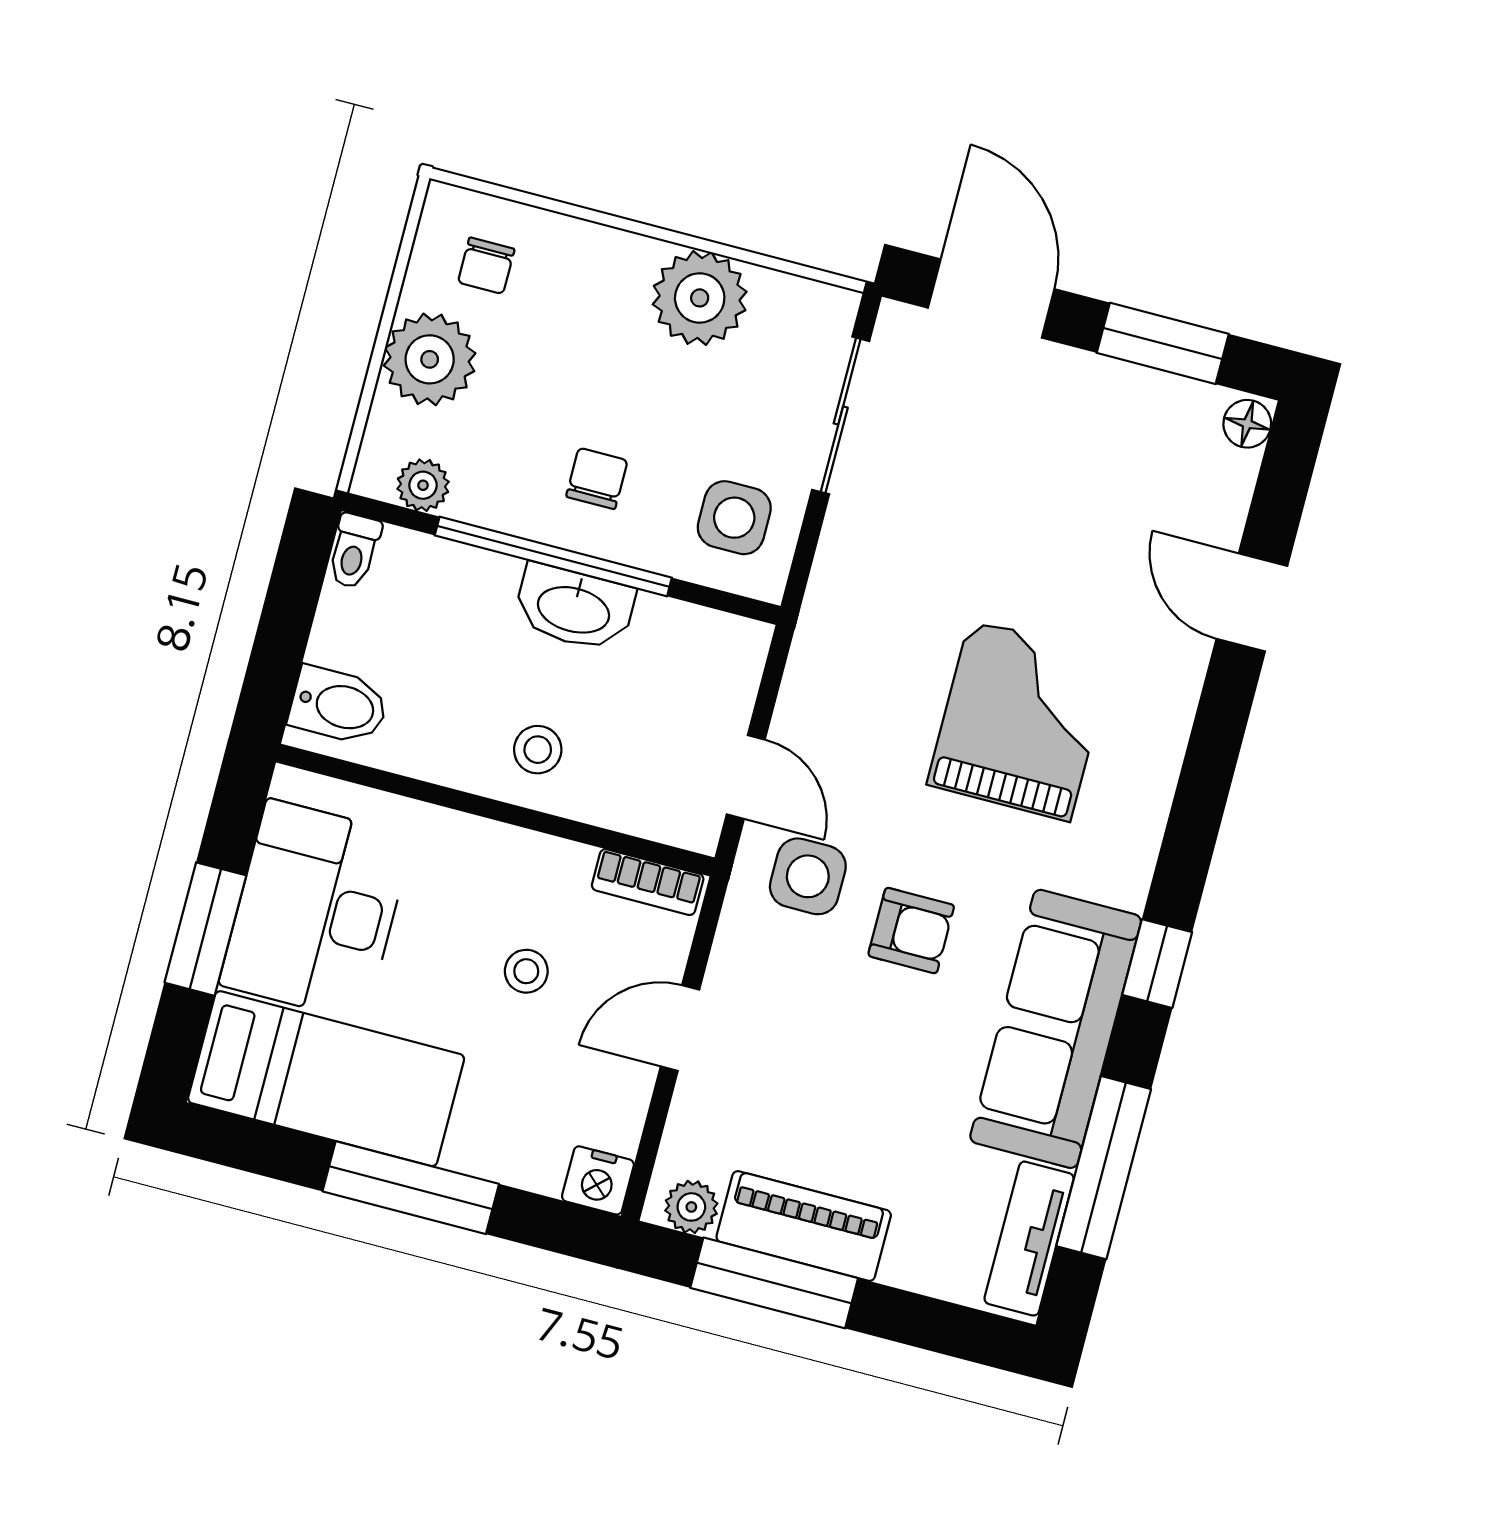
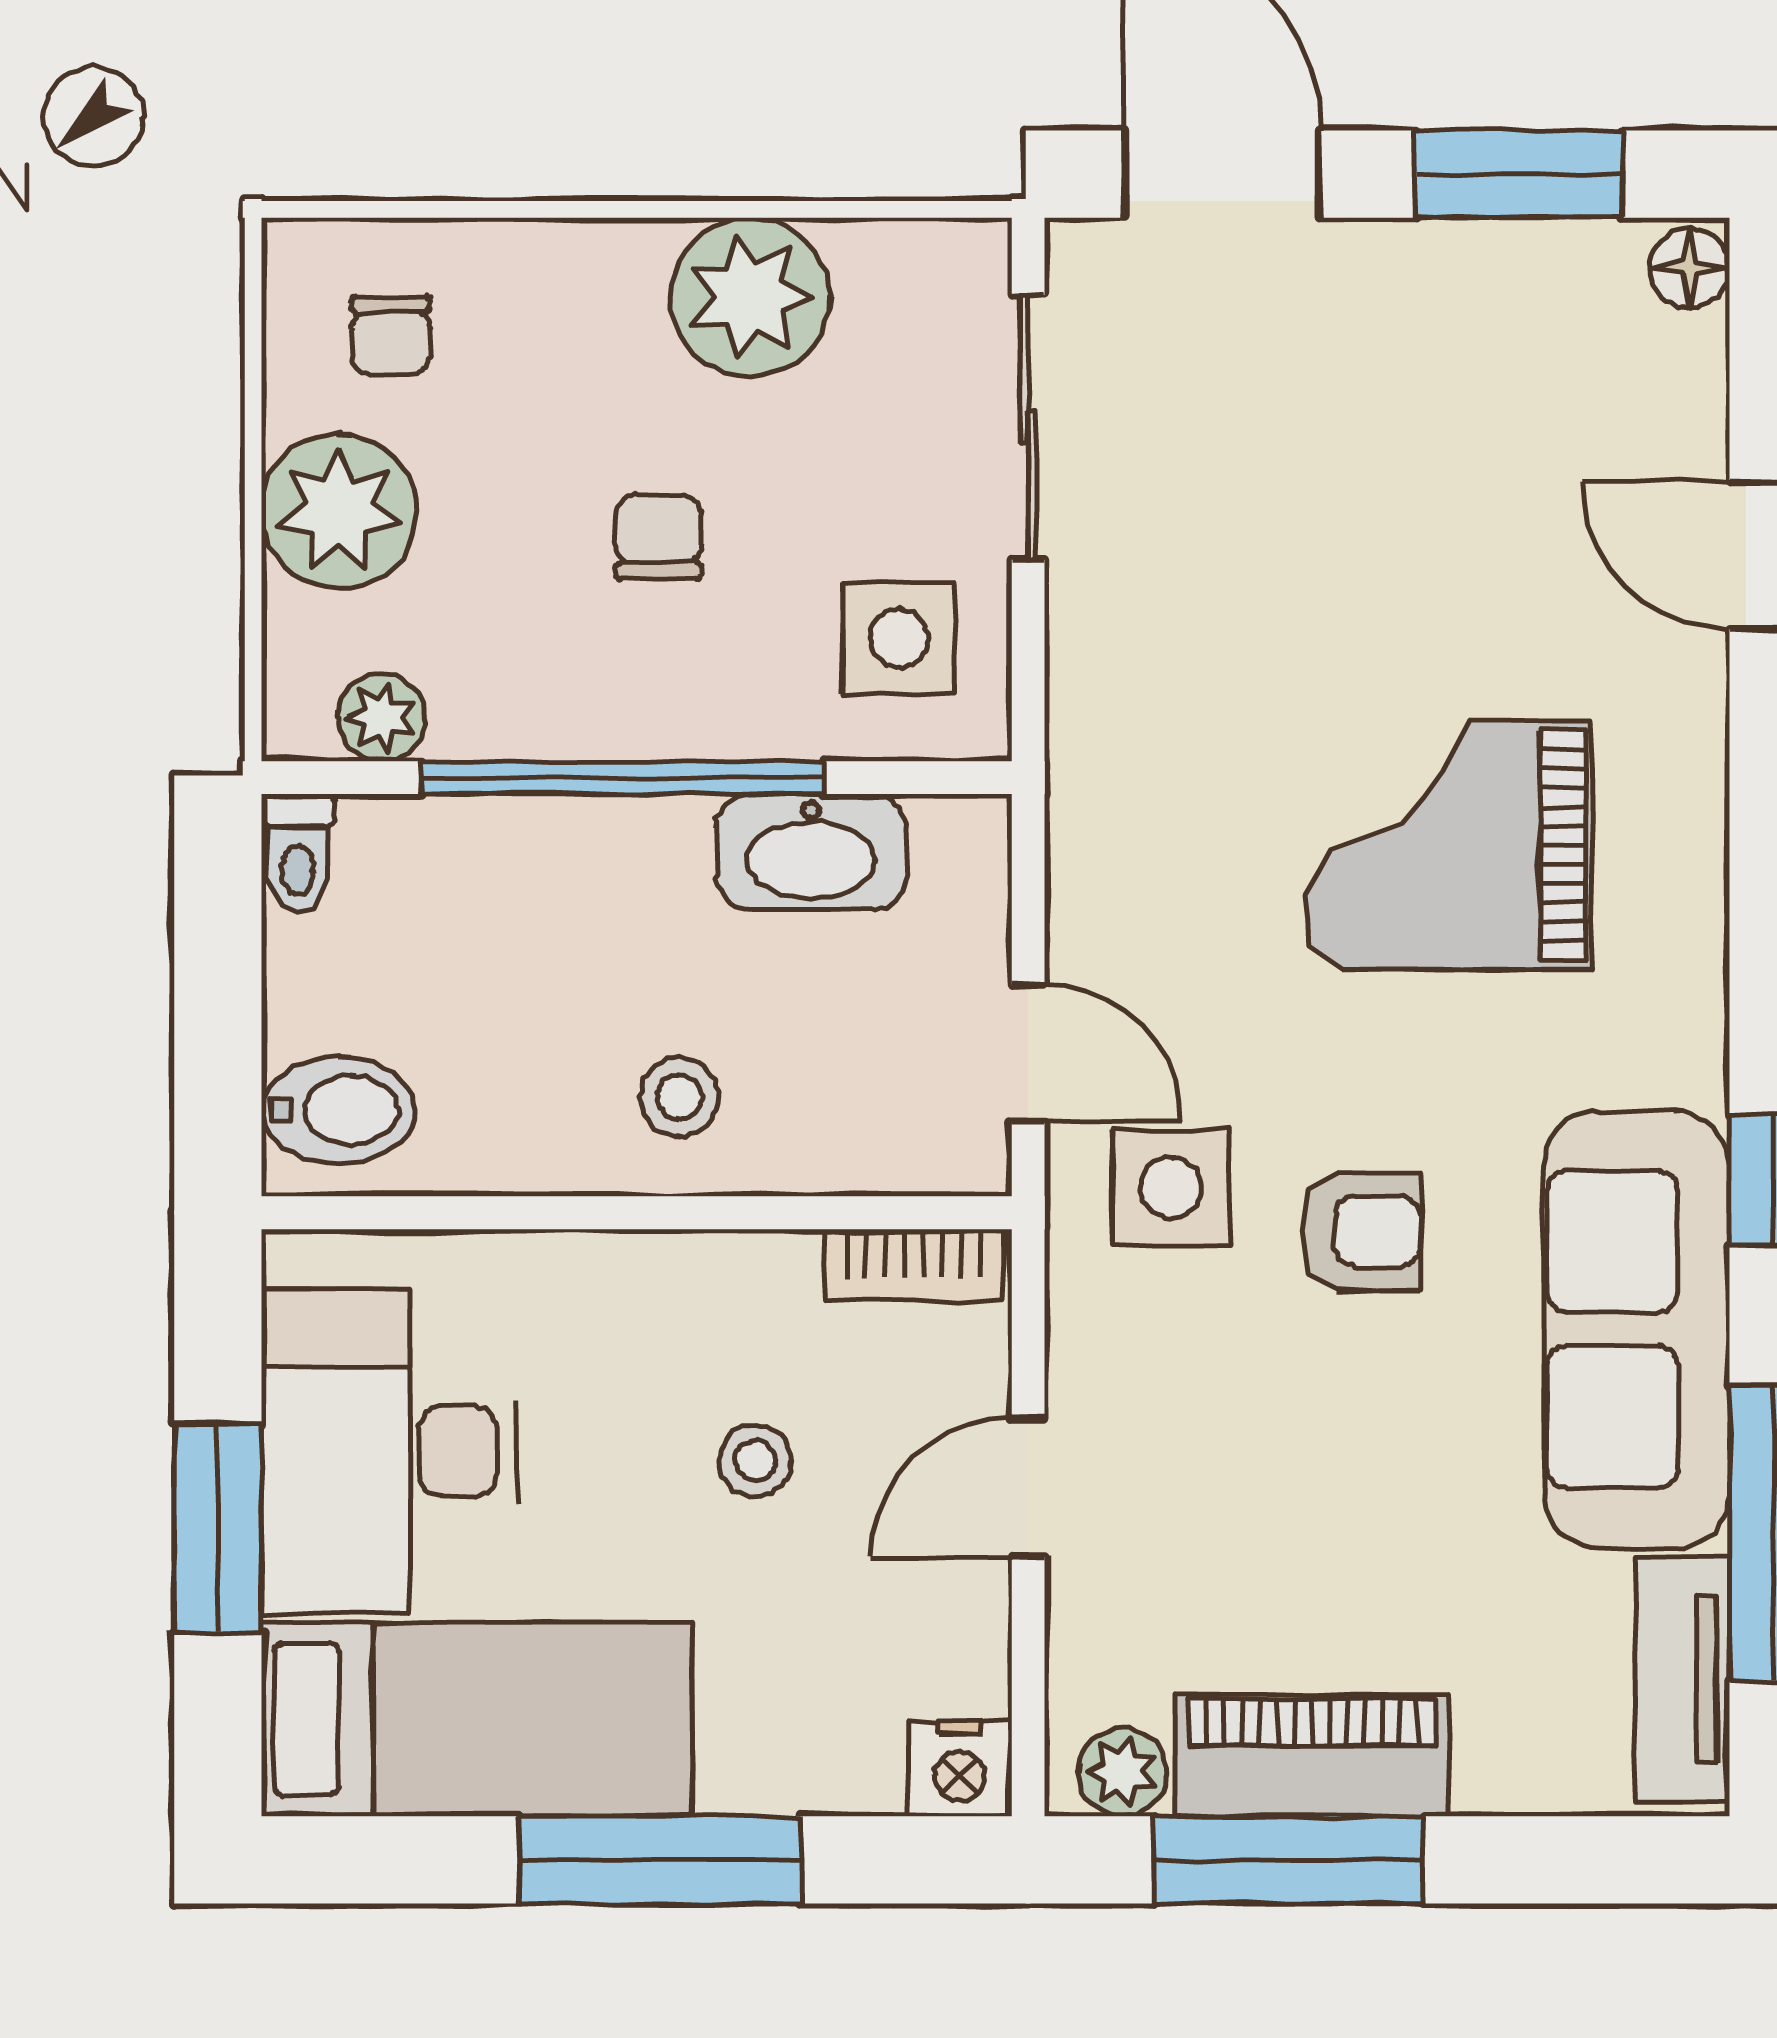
chair: (597, 479) -> (659, 537), moved
washbasin: (574, 608) -> (811, 852), moved
grand piano: (1020, 720) -> (1448, 845), turned -90

